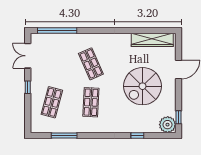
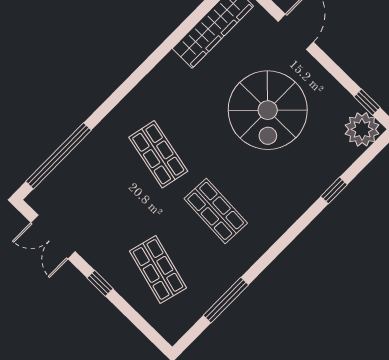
shop shelf: (91, 64) -> (158, 154), turned 36

